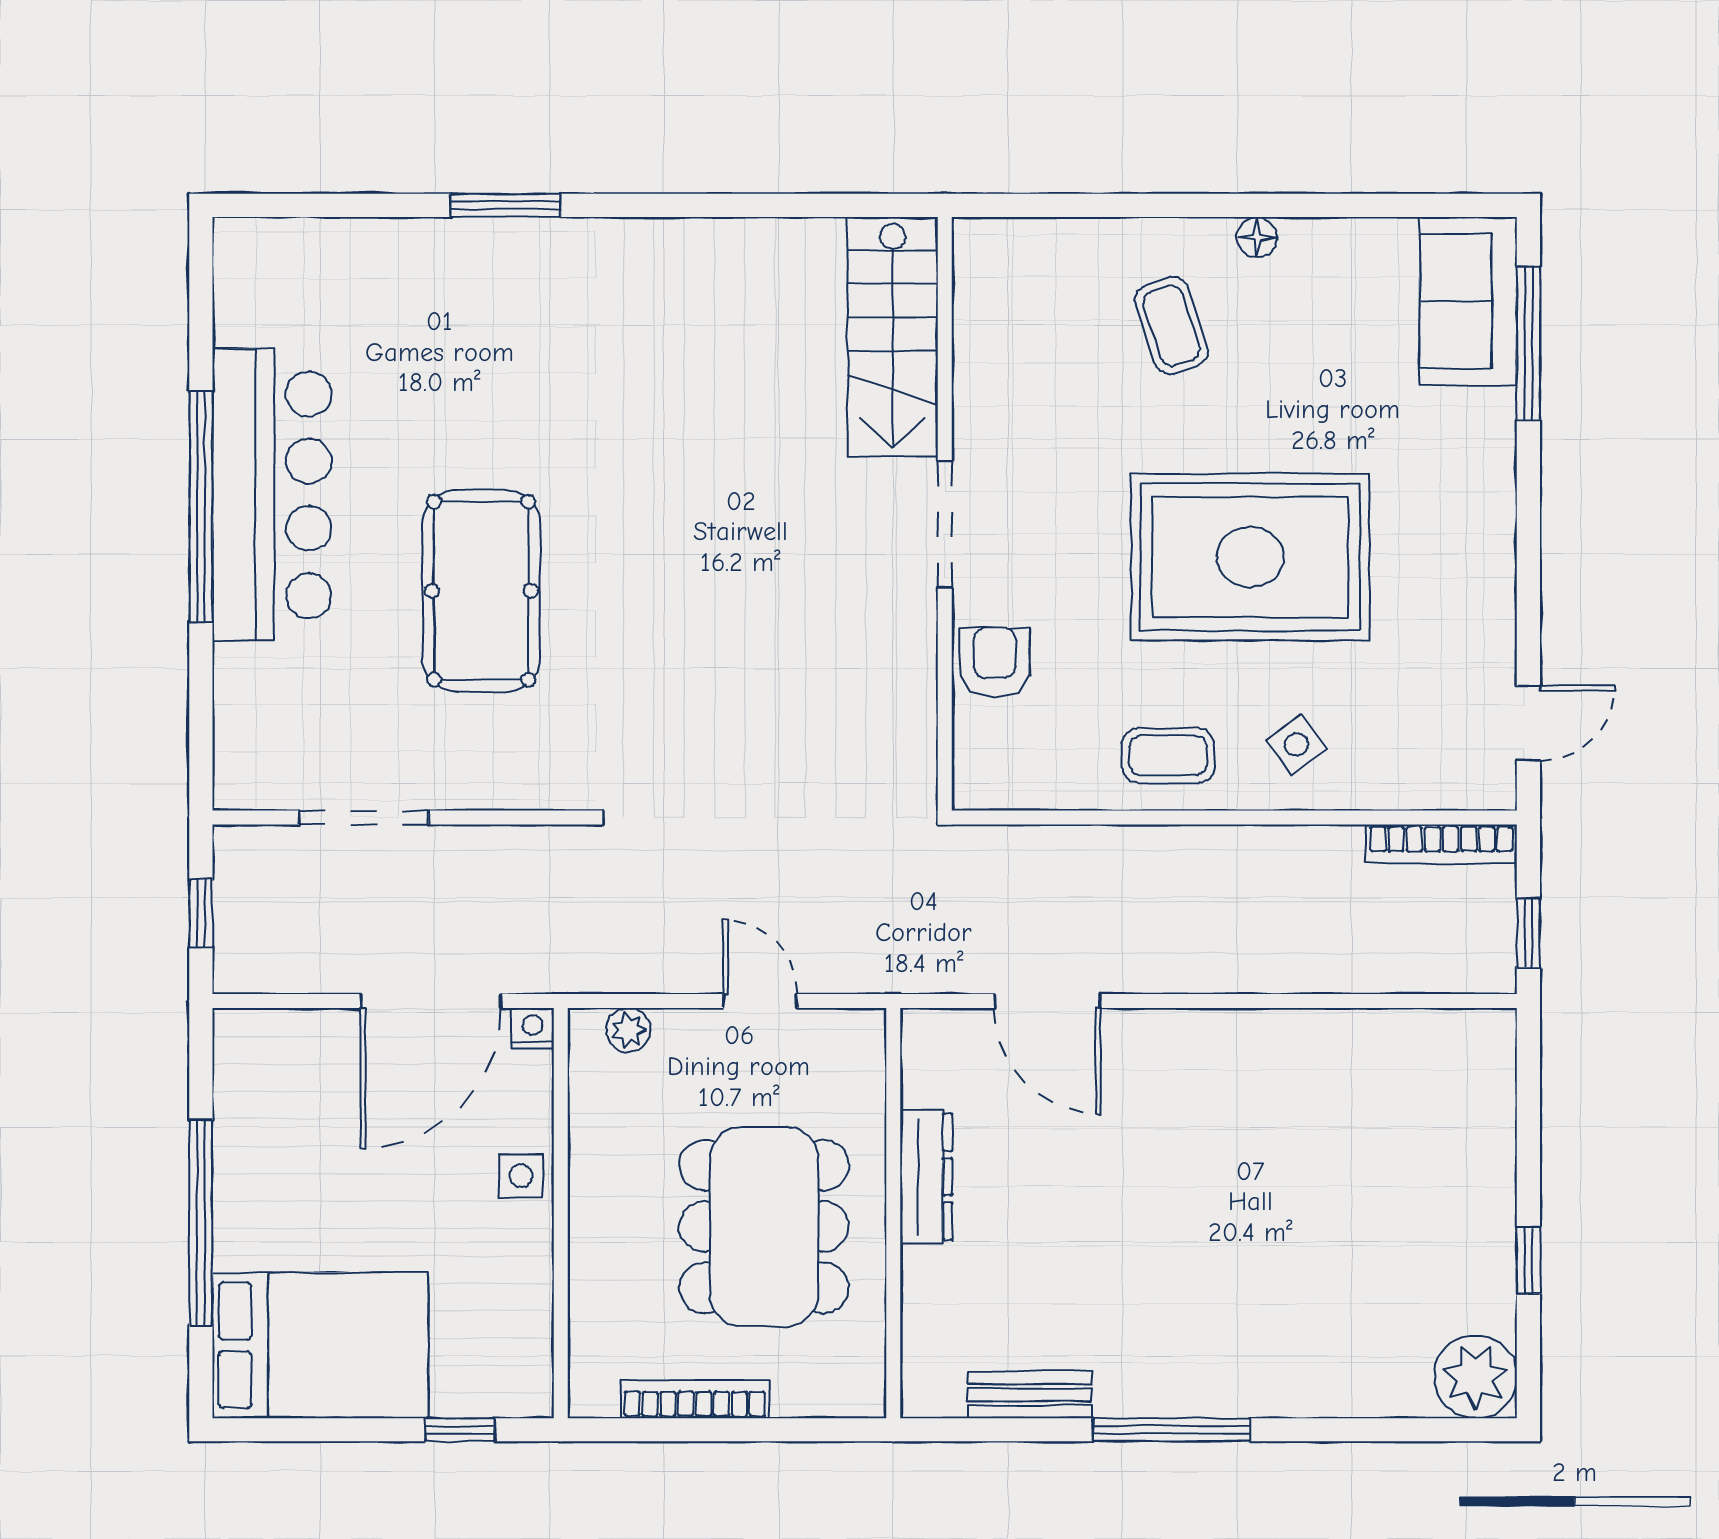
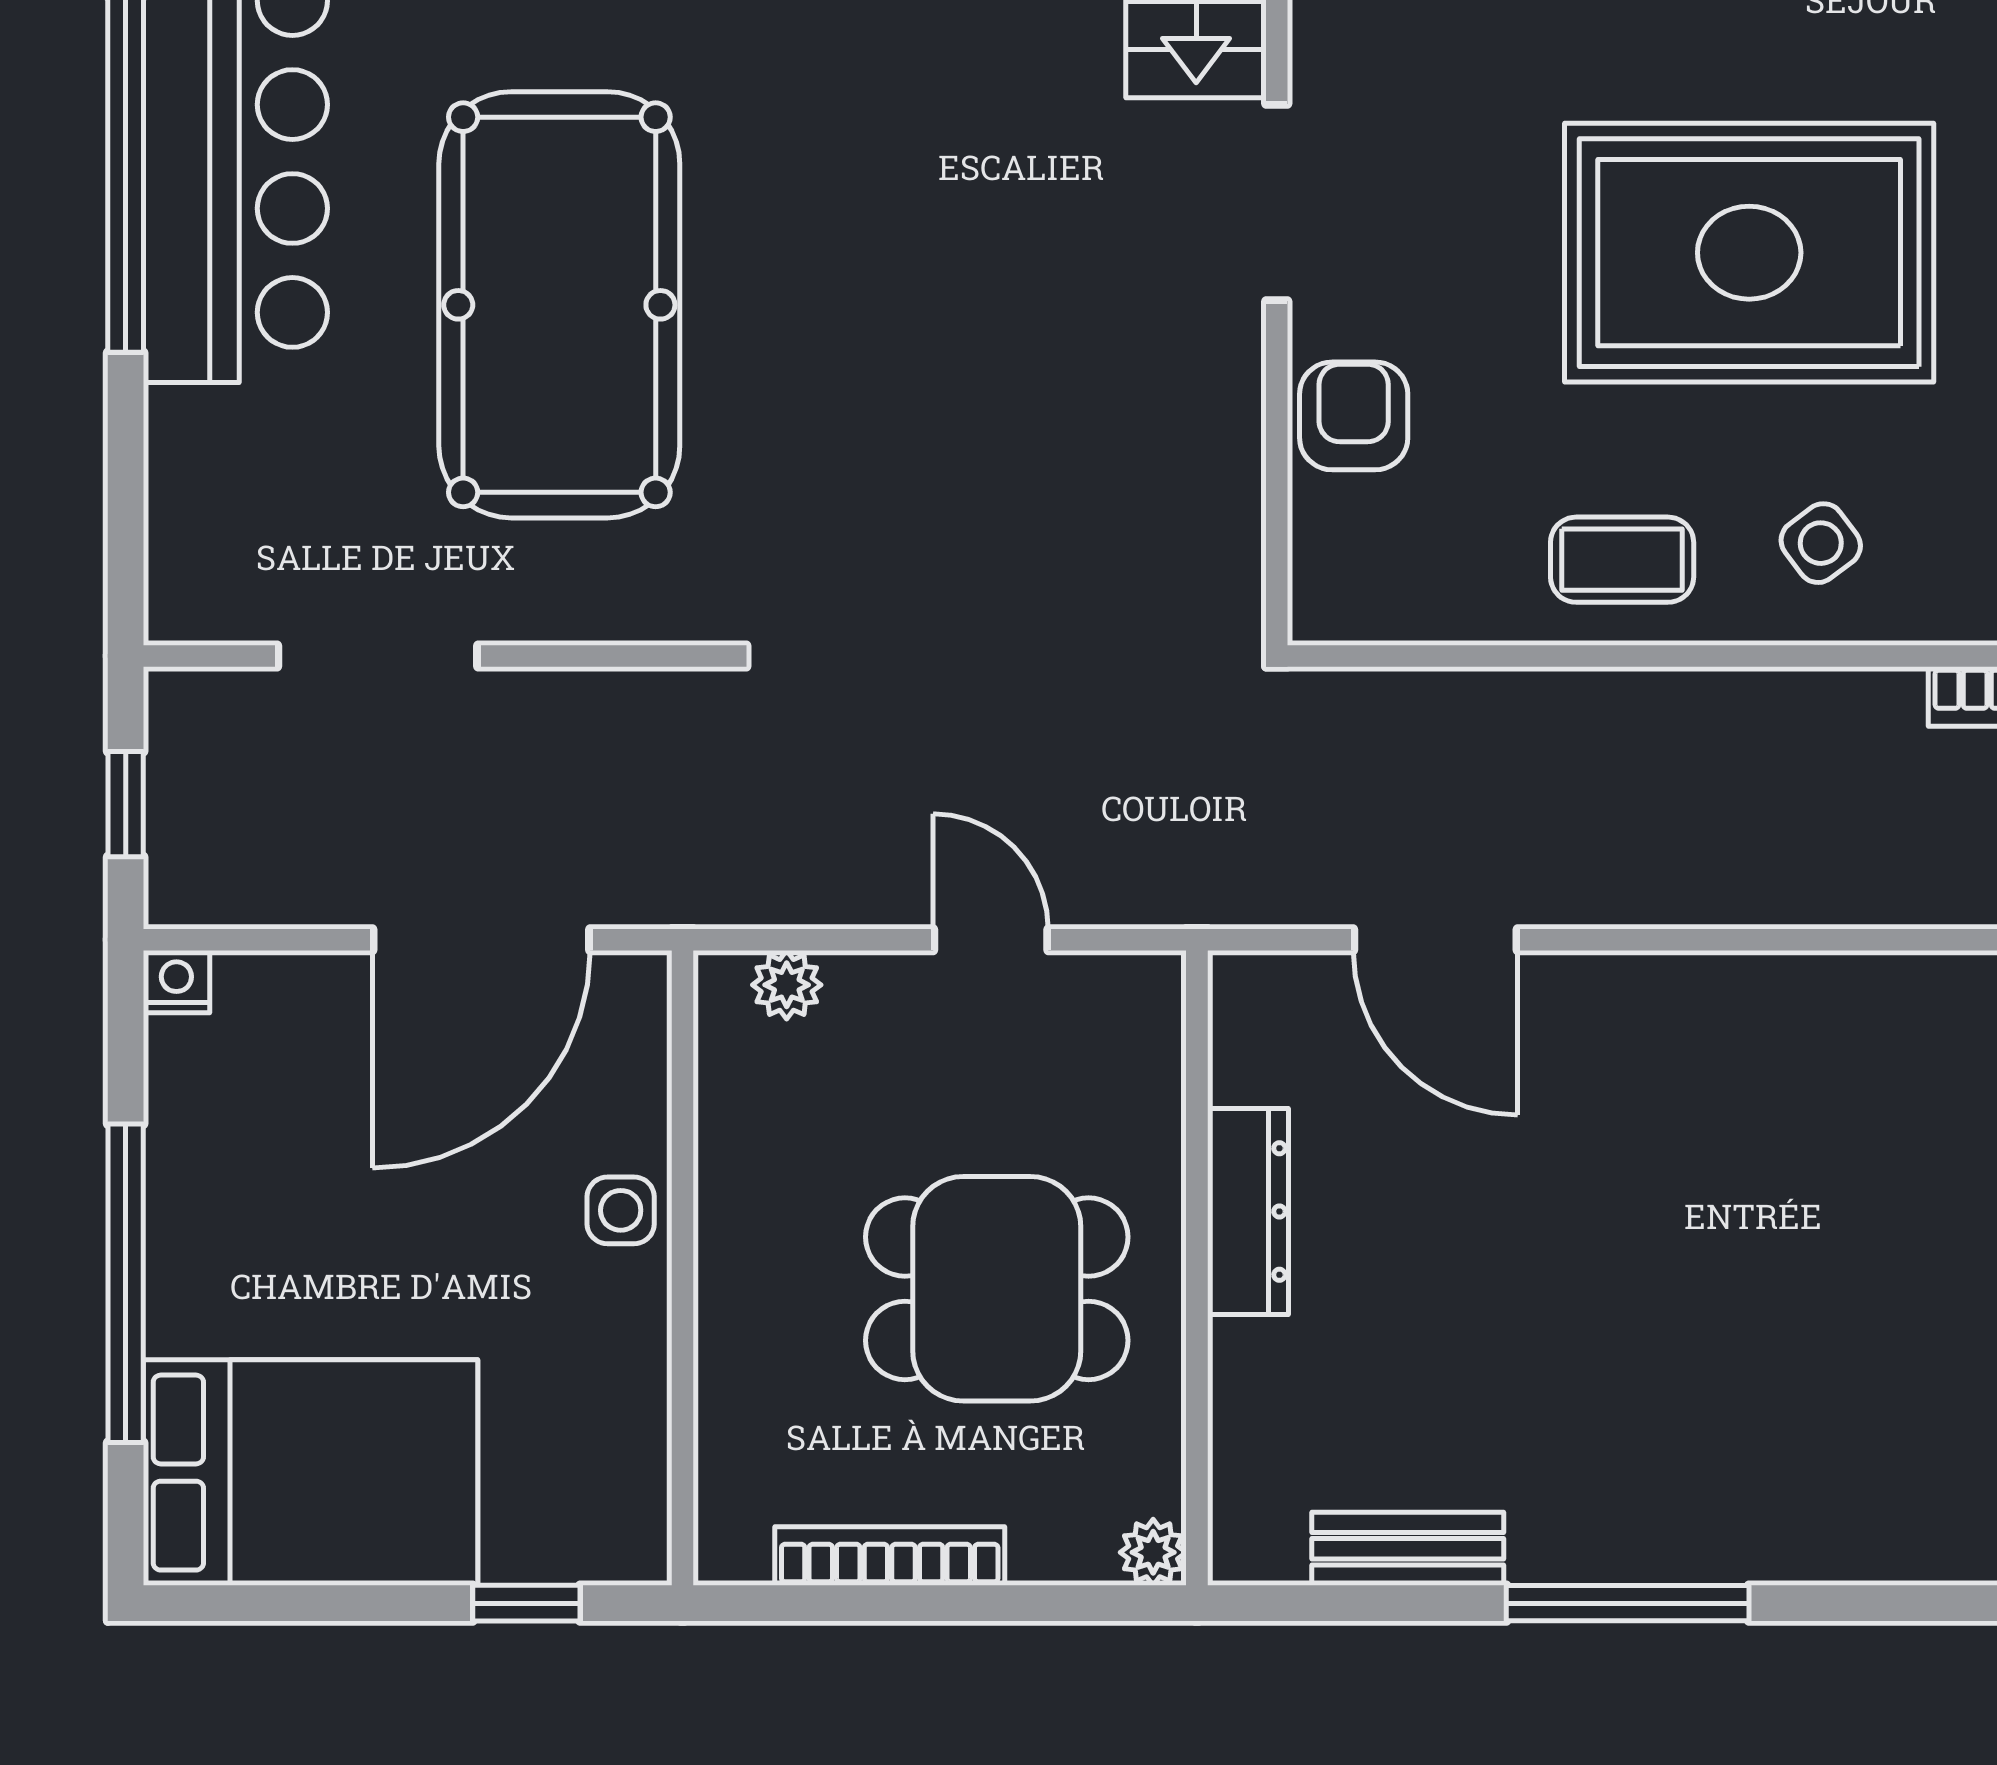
pool table: (481, 591) -> (559, 305), width x1.36, depth x1.32
nightstand: (533, 1028) -> (176, 982), moved
dining table: (764, 1227) -> (997, 1289), width x0.73
plant: (865, 1397) -> (1153, 1552), added

